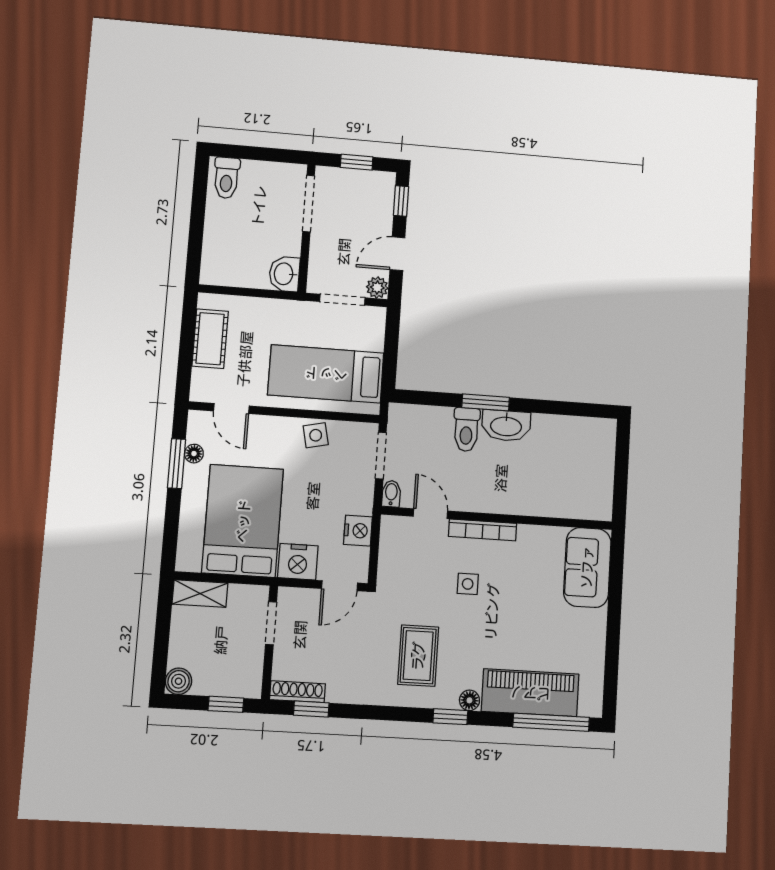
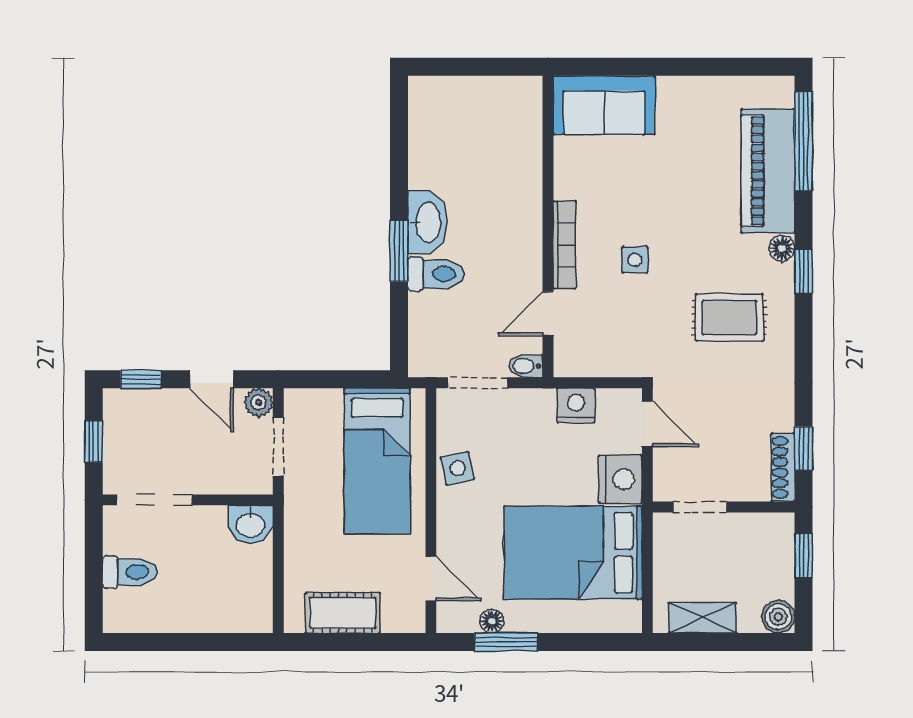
toilet: (226, 178) -> (130, 572), moved
door: (231, 409) -> (431, 578), hinge flipped
shelving: (200, 594) -> (702, 618), moved, turned 90

